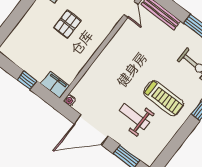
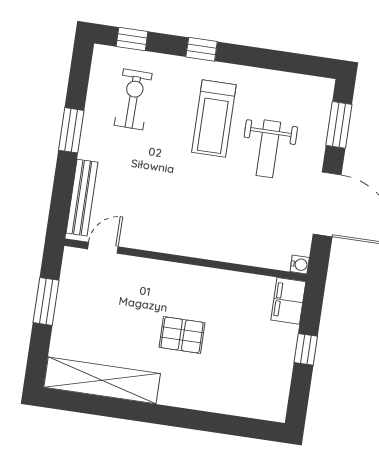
treadmill: (164, 98) -> (214, 119), turned 180

